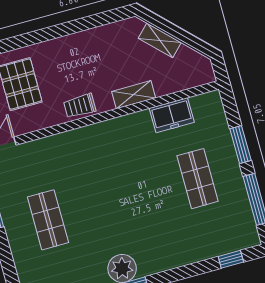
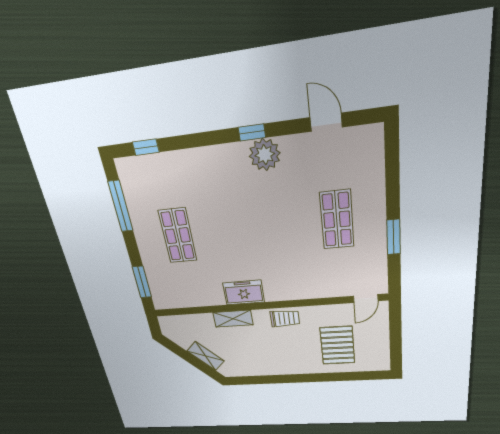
freezer: (172, 115) -> (244, 293), moved
window: (240, 145) -> (142, 282), moved

